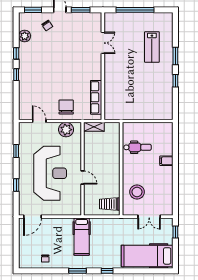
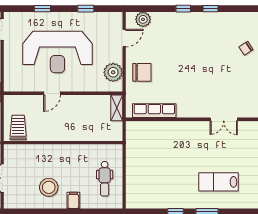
plant: (25, 36) -> (143, 19), moved
dental chair: (138, 147) -> (105, 179), moved
stool: (137, 192) -> (49, 187), moved

